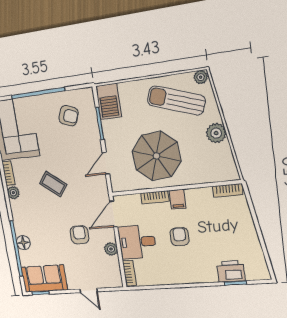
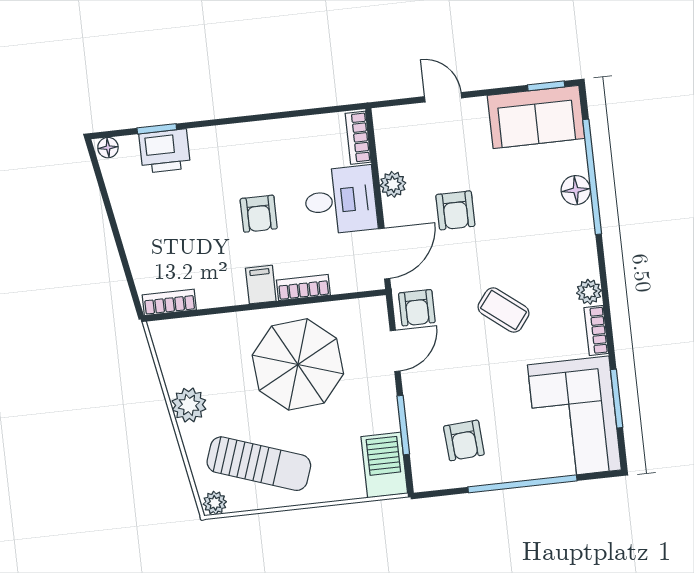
armchair: (69, 116) -> (464, 440), turned -115
armchair: (96, 186) -> (417, 308), added
floor lamp: (263, 275) -> (108, 148), added

